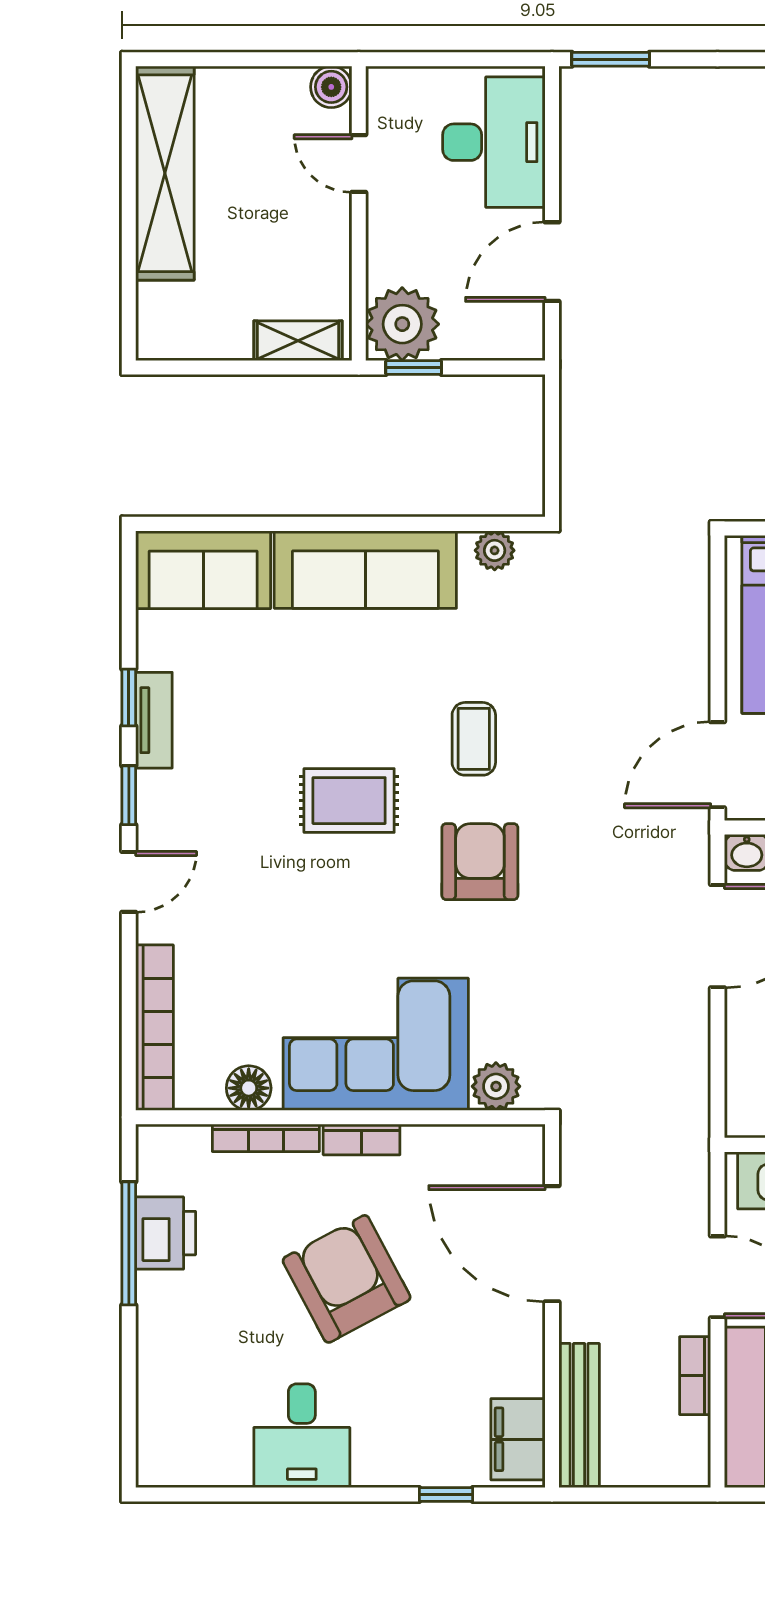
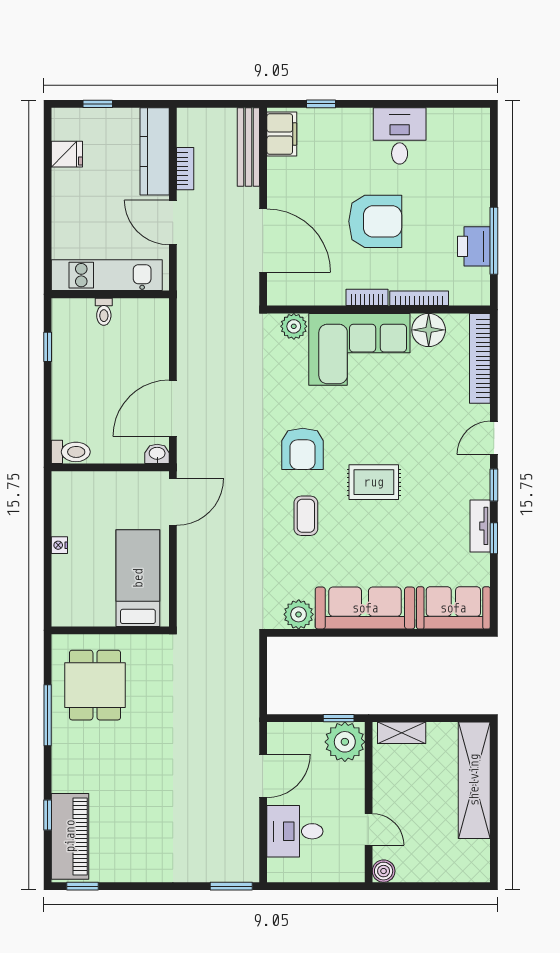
desk: (494, 142) -> (295, 831), width x0.73
shelving: (165, 173) -> (474, 780), moved
plant: (495, 550) -> (299, 614), width x1.38, depth x1.38
floor lamp: (249, 1088) -> (429, 330), width x1.38, depth x1.38
armchair: (347, 1279) -> (375, 221), turned -62

